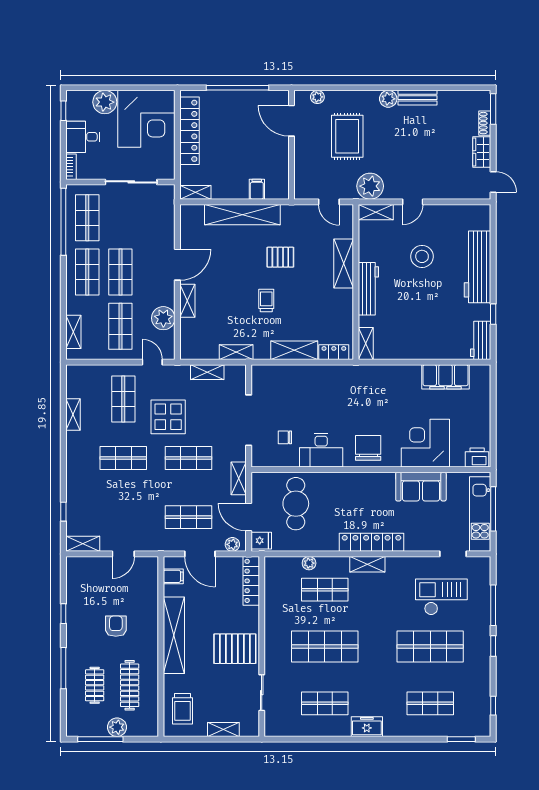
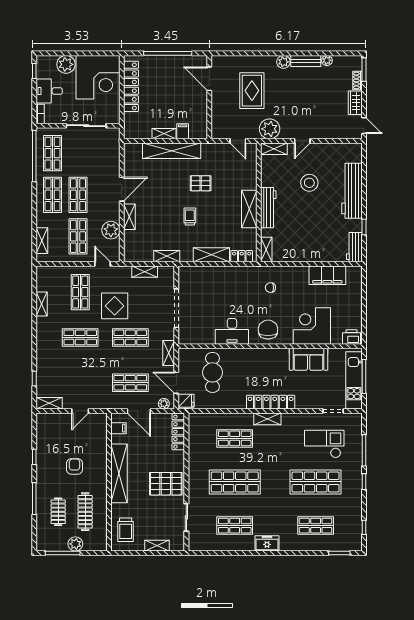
plant: (317, 97) -> (327, 60), moved
shelving: (195, 192) -> (164, 134), moved
shelving: (344, 263) -> (249, 209), moved
chair: (285, 437) -> (270, 288), moved
plant: (309, 563) -> (223, 418), removed

